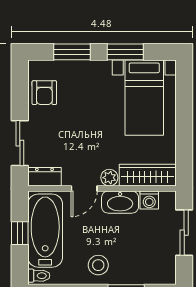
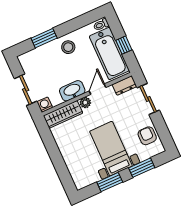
bed with nightstands: (144, 98) -> (111, 149), moved
washing machine: (149, 200) -> (45, 105), moved

